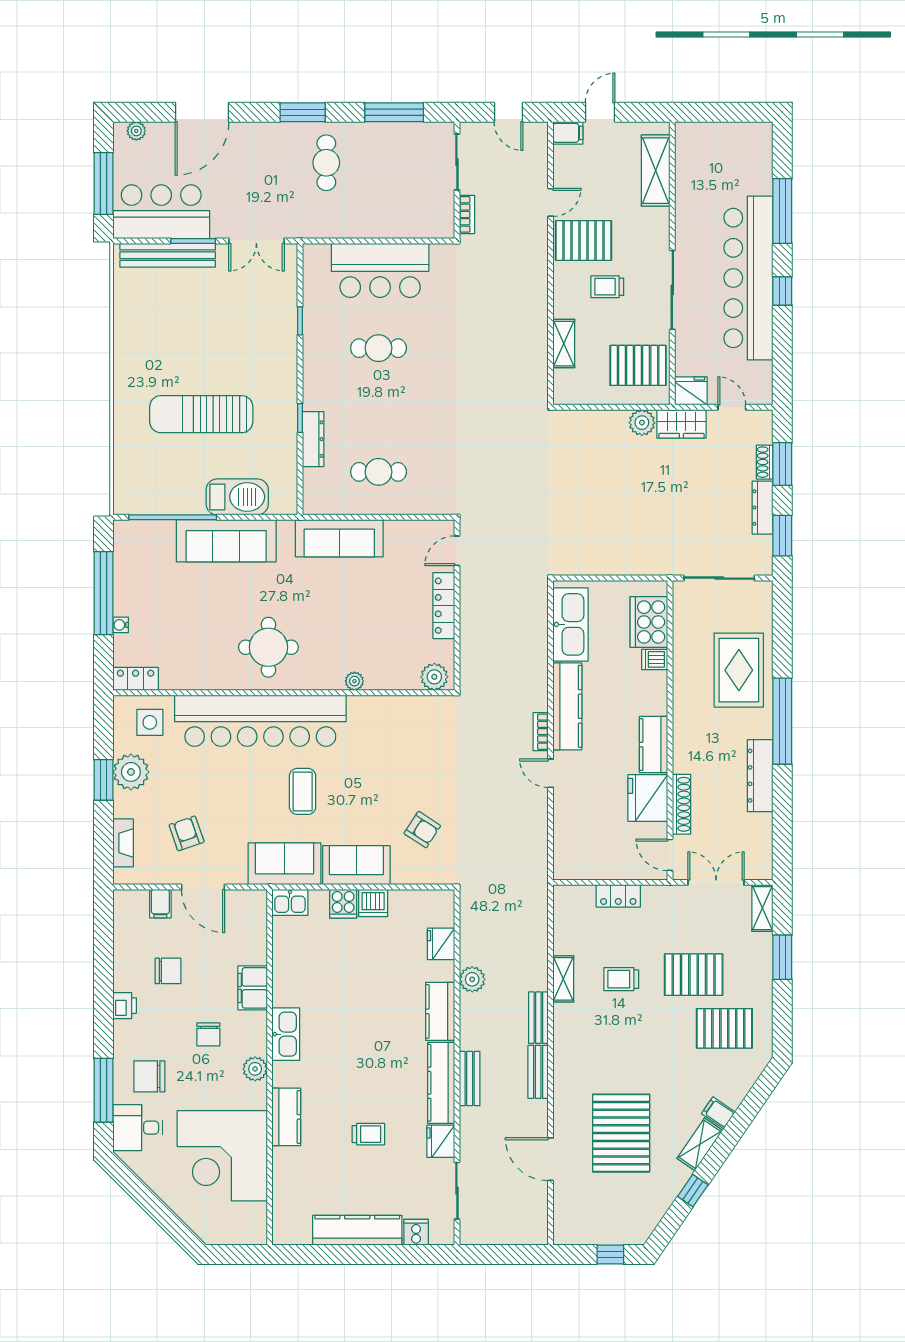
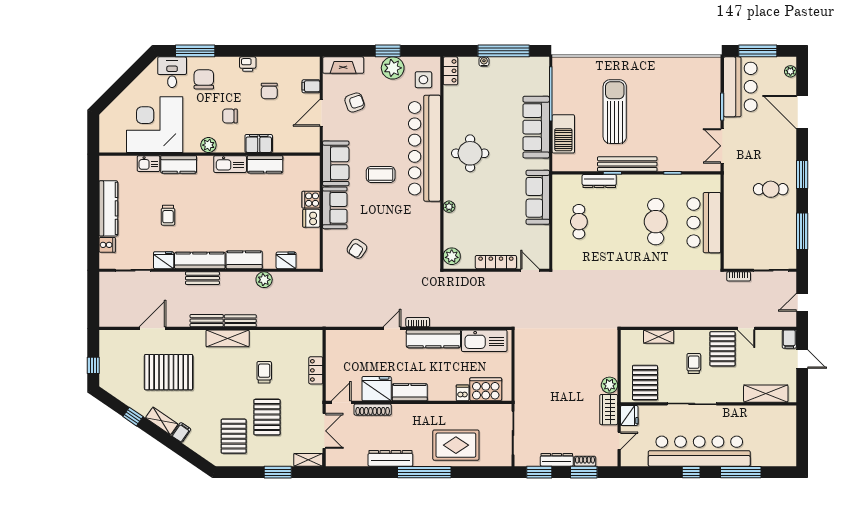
bench: (168, 255) -> (627, 164), moved, turned 90
cafe table: (379, 348) -> (656, 222), width x1.37, depth x1.35
fireplace: (123, 843) -> (343, 65), width x1.37, depth x1.32
kitchen sink: (290, 902) -> (149, 164), moved, turned -90
kitchen counter: (286, 978) -> (265, 164), added
shelving: (563, 979) -> (228, 338), moved, width x1.50, depth x1.33

